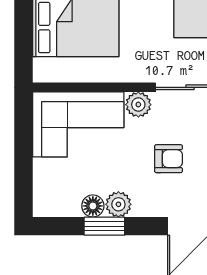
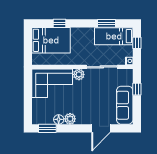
armchair: (169, 159) -> (92, 98), removed
window: (104, 226) -> (47, 128), moved

